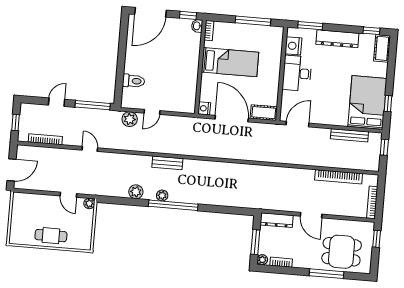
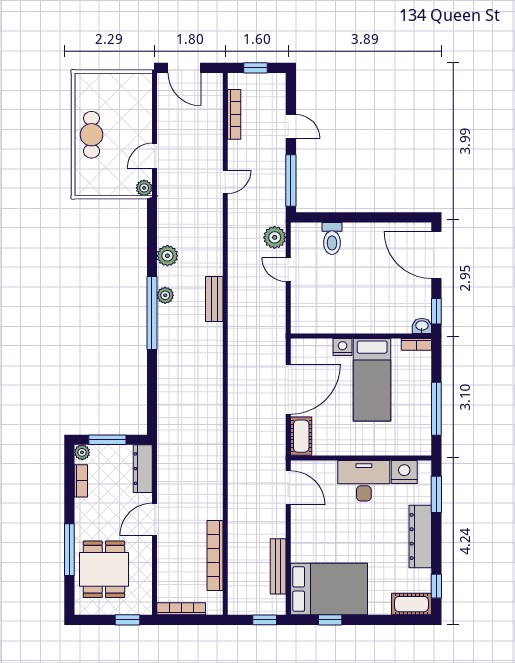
nightstand: (204, 108) -> (342, 347), moved

